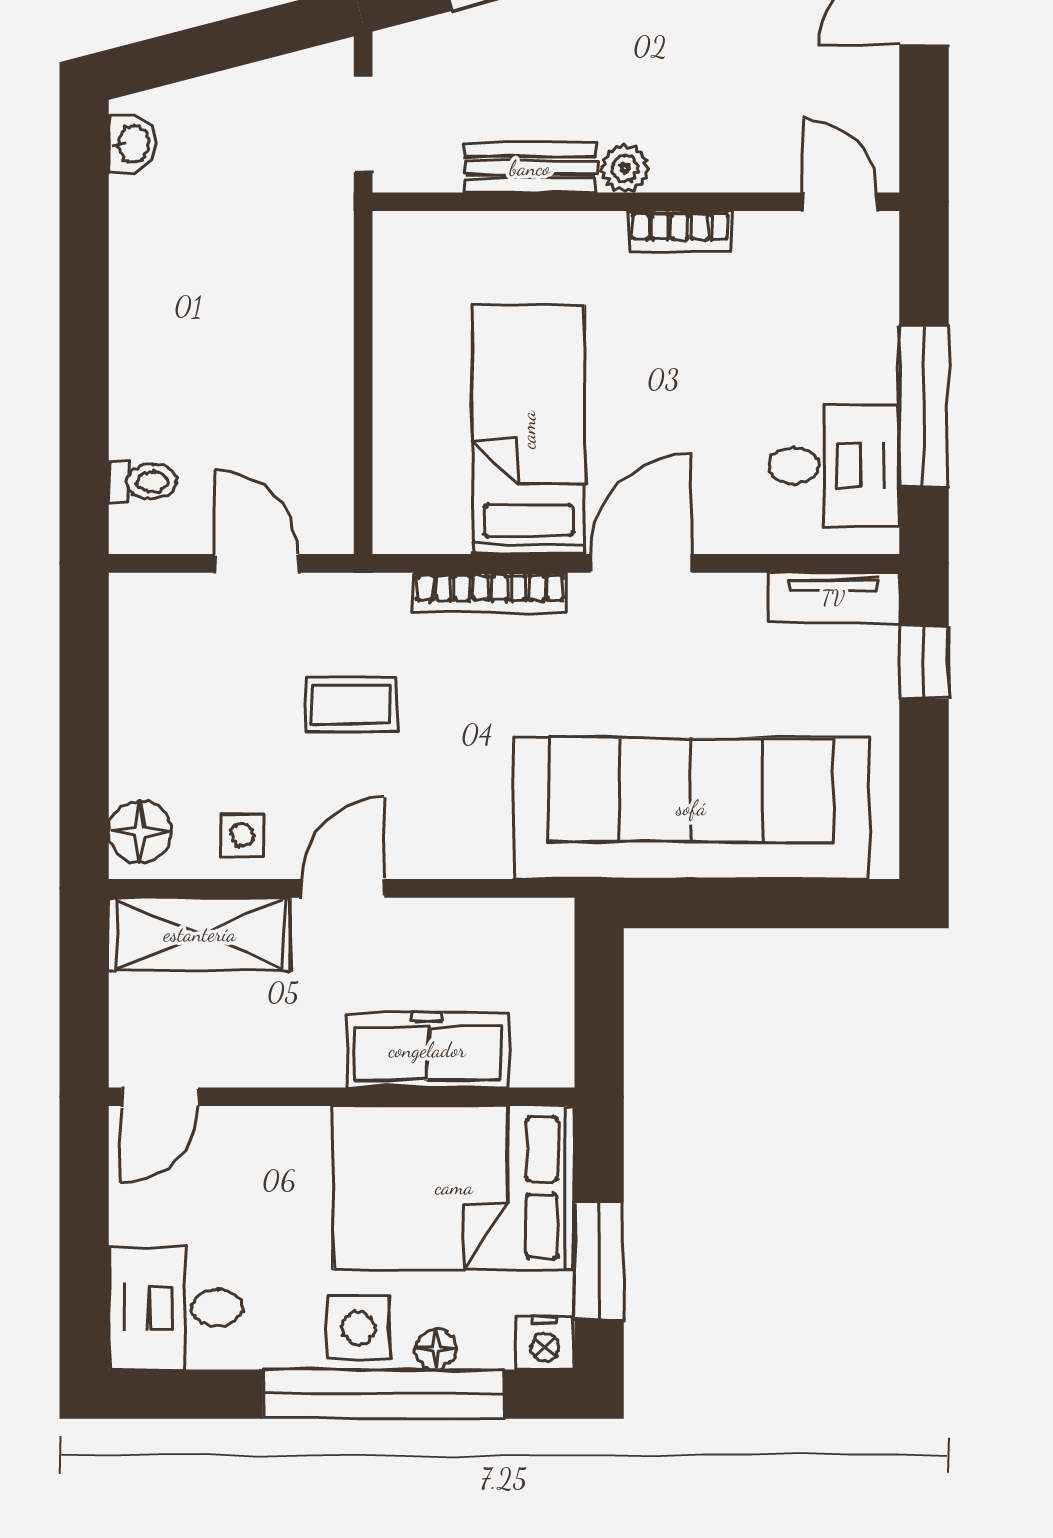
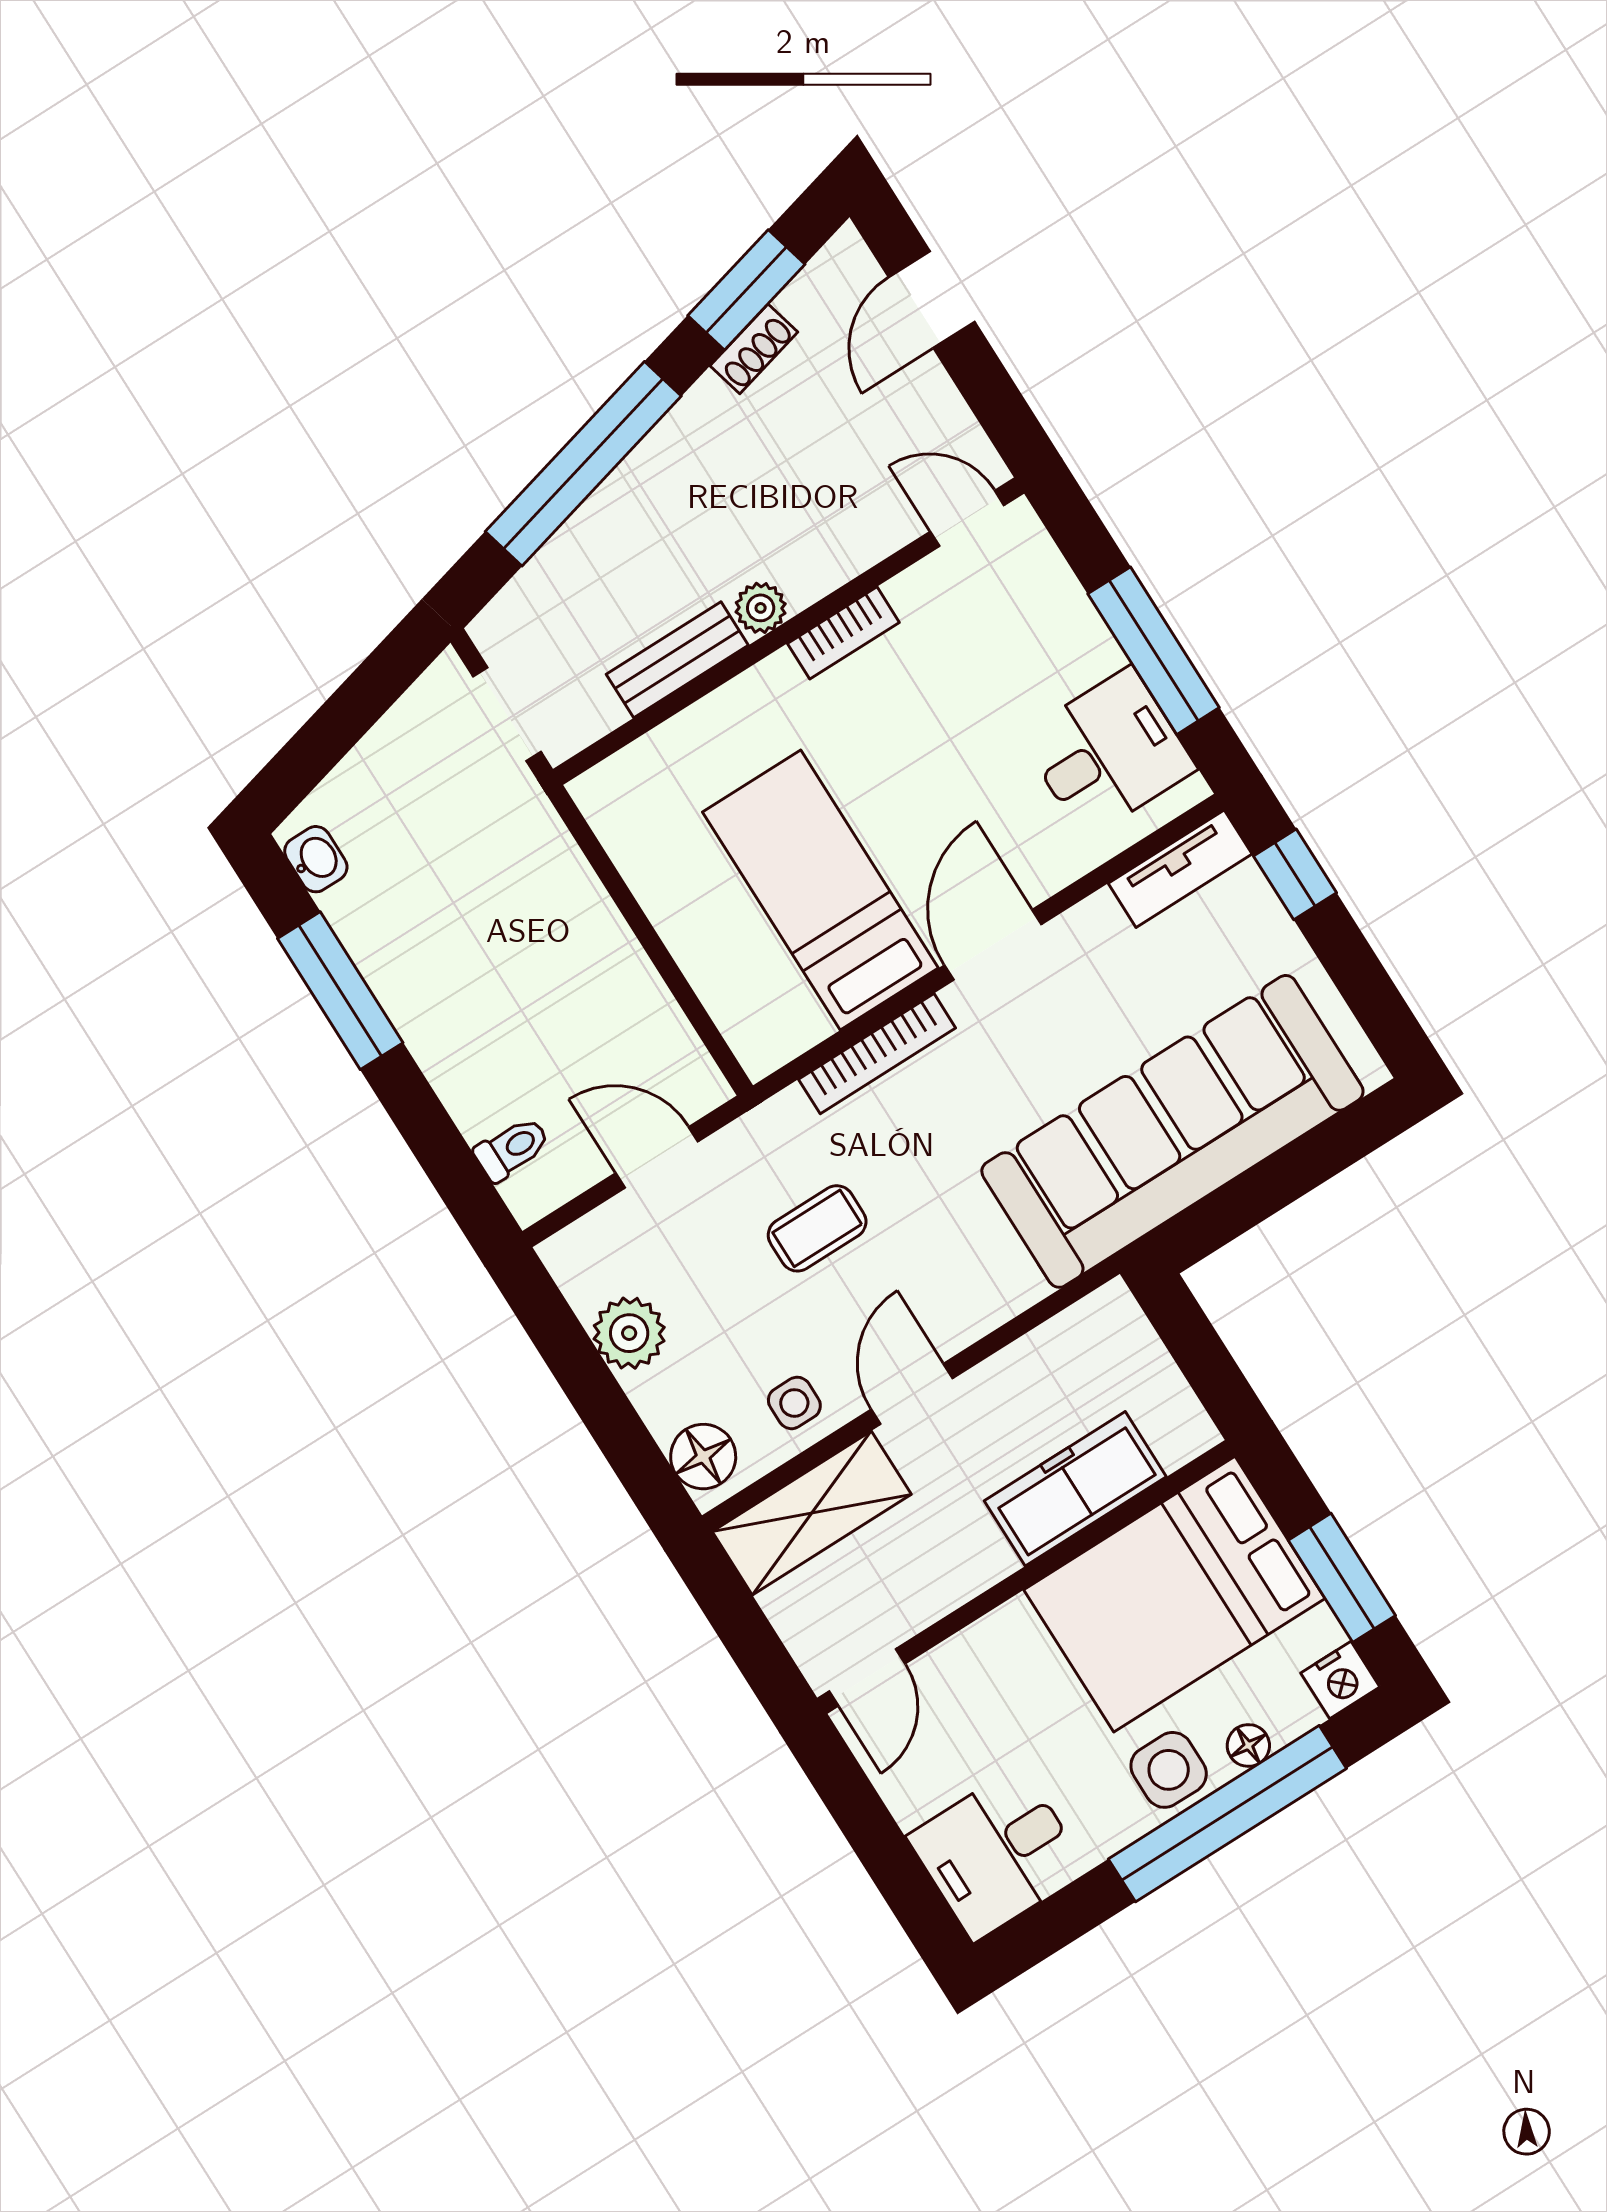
window: (84, 264) -> (340, 991), added
plant: (143, 693) -> (629, 1333), added

